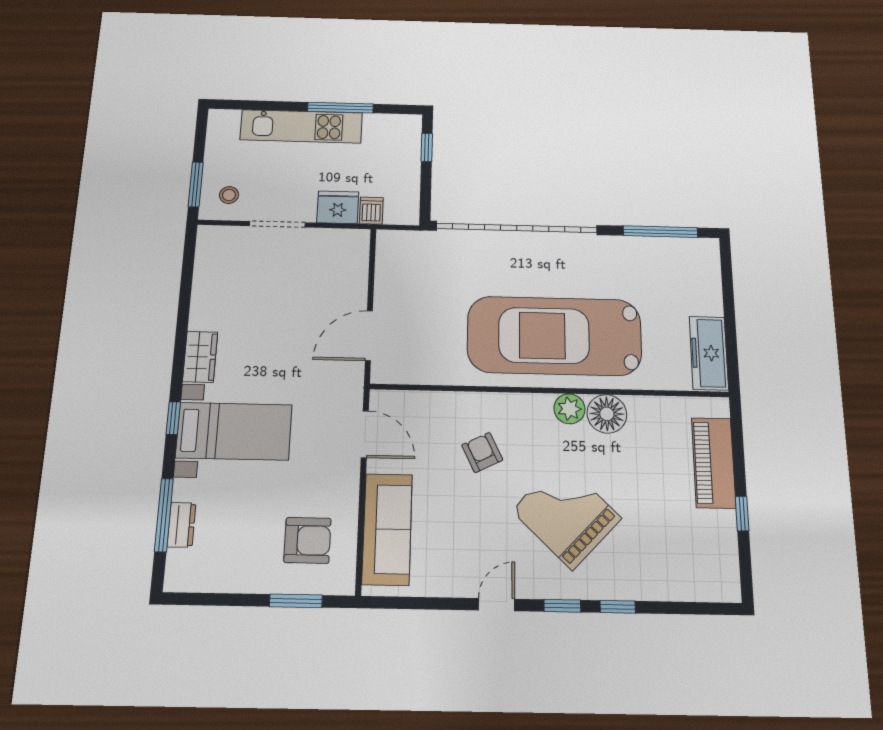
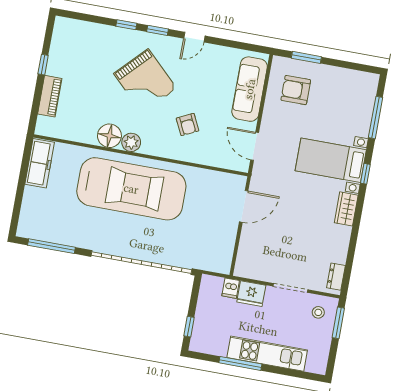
piano: (714, 463) -> (50, 96), width x0.73, depth x0.75
dresser: (181, 525) -> (336, 277), moved

